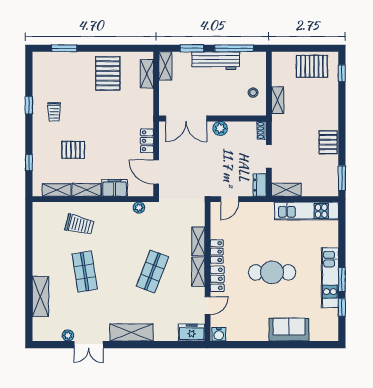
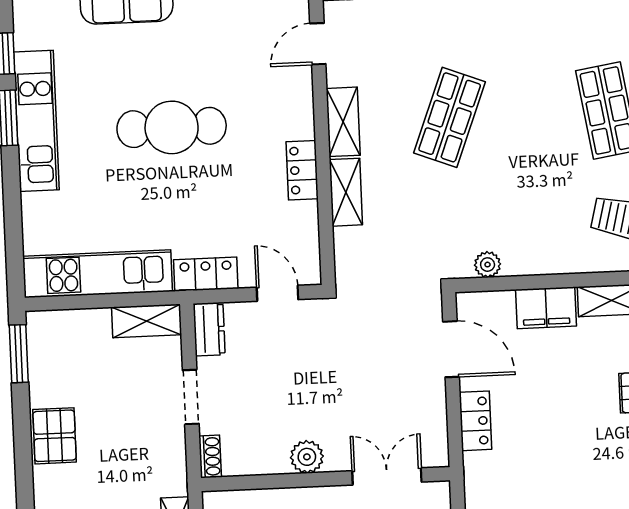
double door: (186, 119) -> (387, 476), width x0.73
door: (230, 199) -> (277, 293), hinge flipped
locker: (217, 279) -> (206, 274), moved, turned 90

